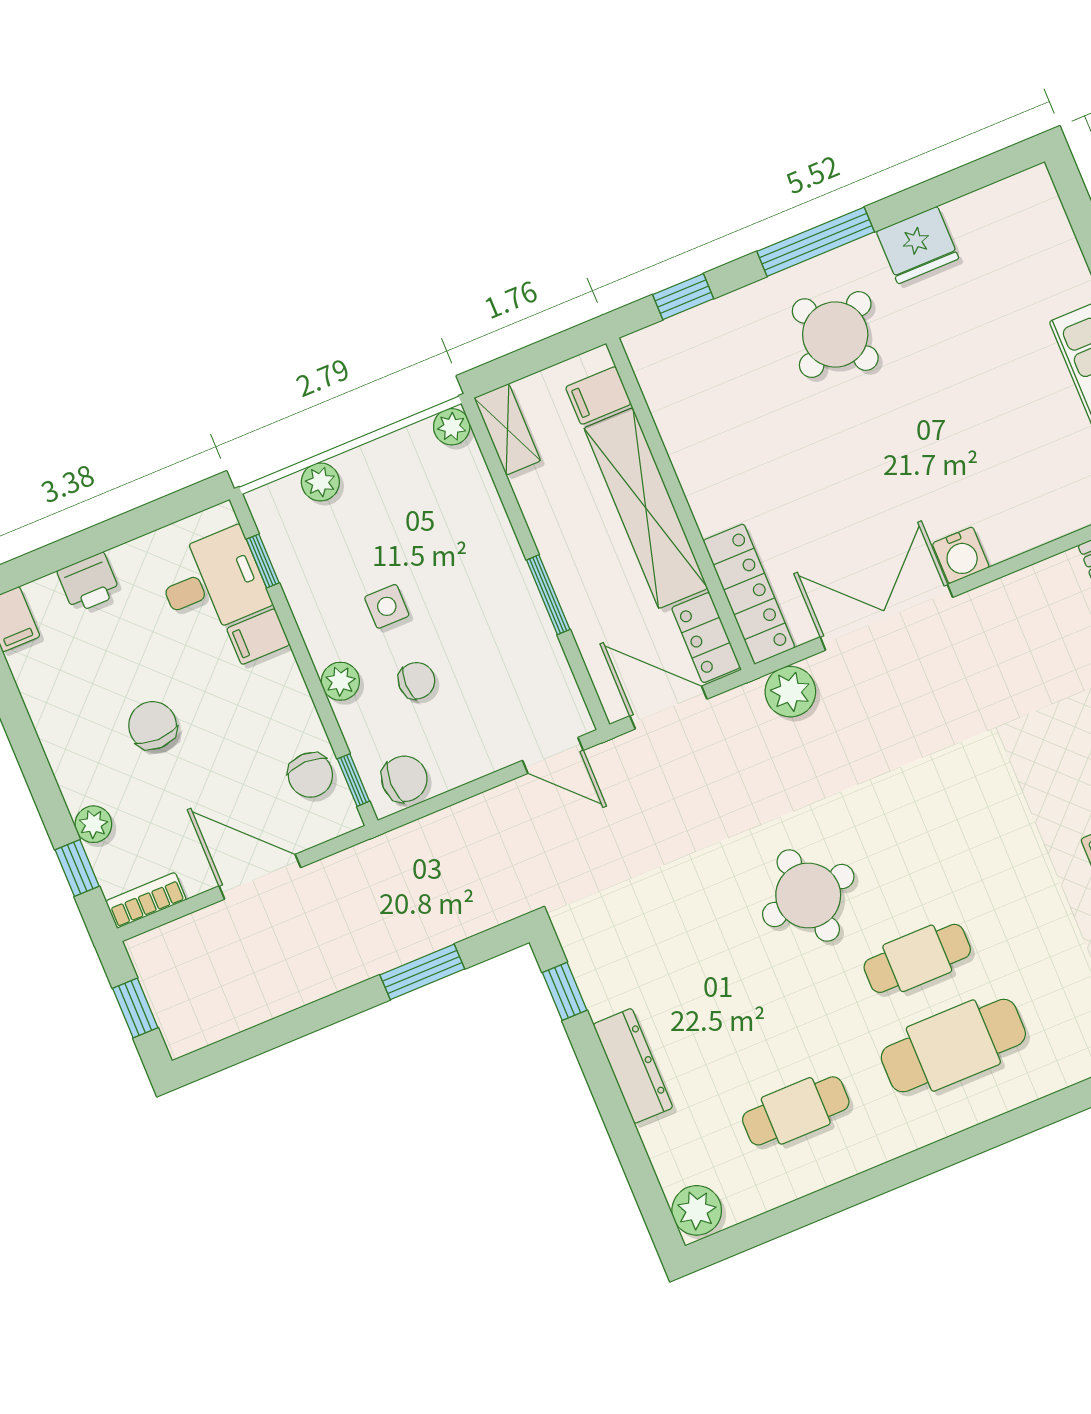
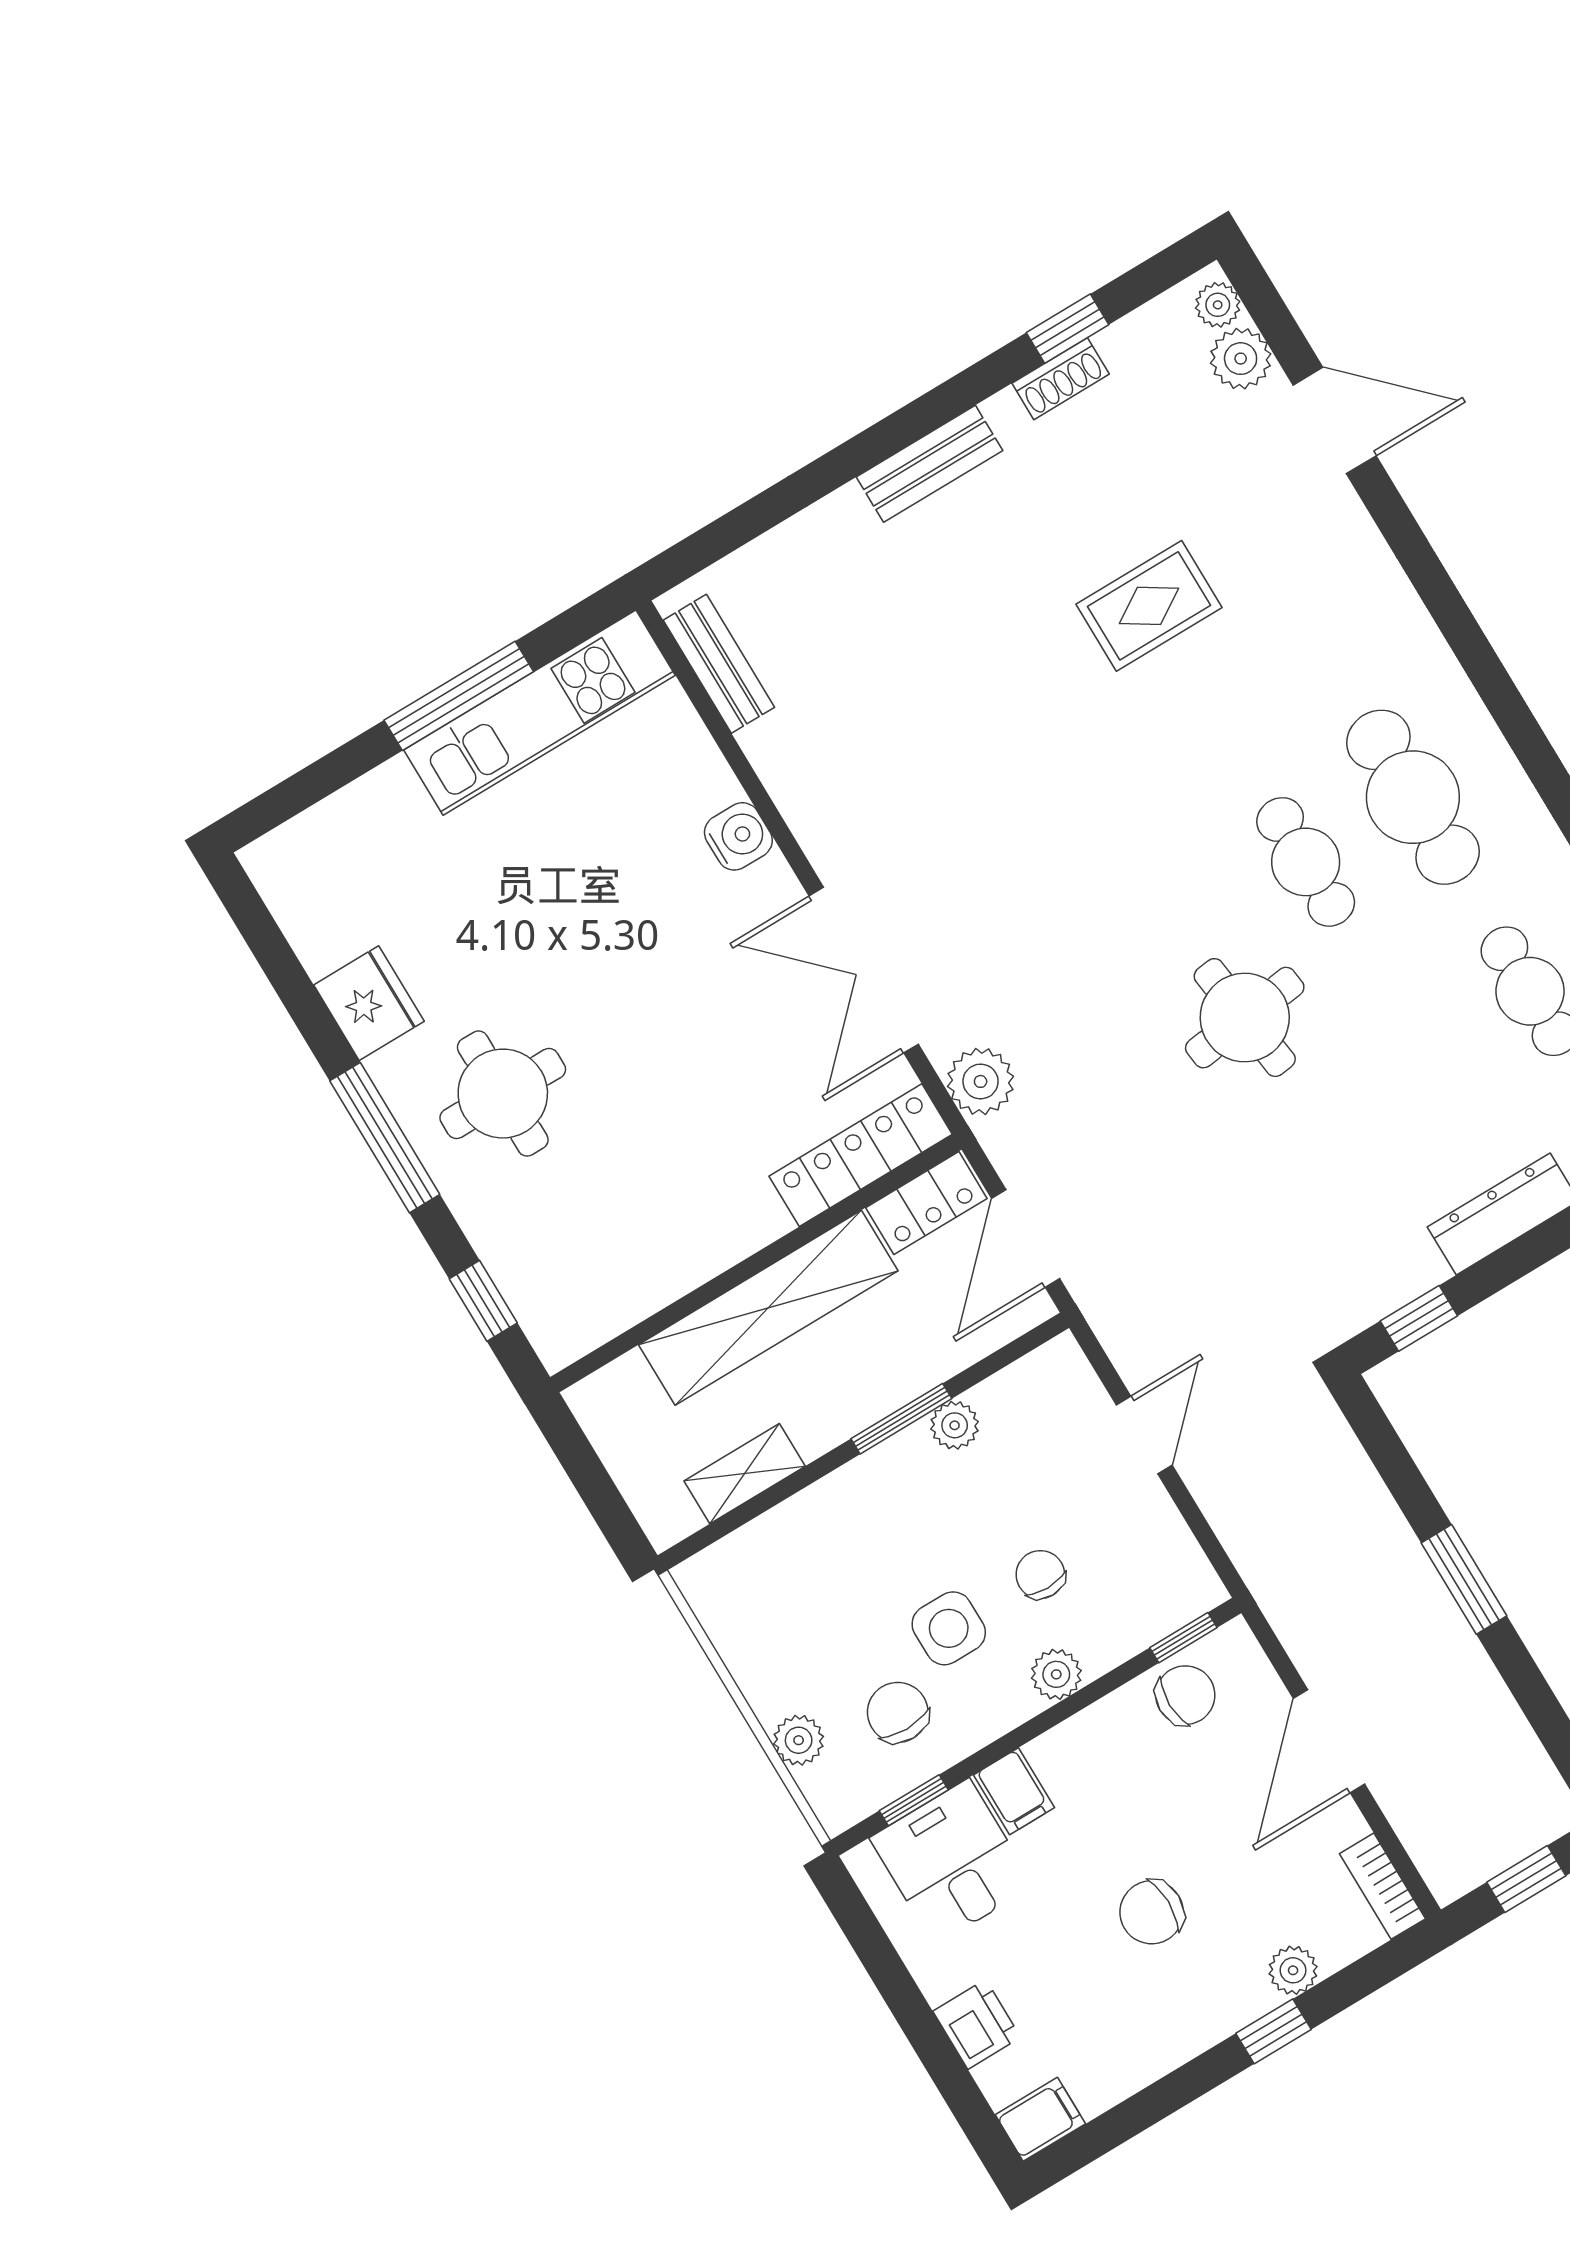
round table: (835, 335) -> (503, 1094), turned 30
filing cabinet: (598, 395) -> (630, 1392), removed
plant: (452, 427) -> (955, 1425), moved
shelving: (507, 429) -> (745, 1474), moved
water cooler: (961, 555) -> (738, 836), moved
side table: (387, 606) -> (949, 1628), width x1.37, depth x1.37
door: (553, 755) -> (1144, 1435), moved
chair: (404, 779) -> (898, 1712), moved
window: (77, 868) -> (1273, 2031), moved
window: (422, 972) -> (1464, 1579), moved

